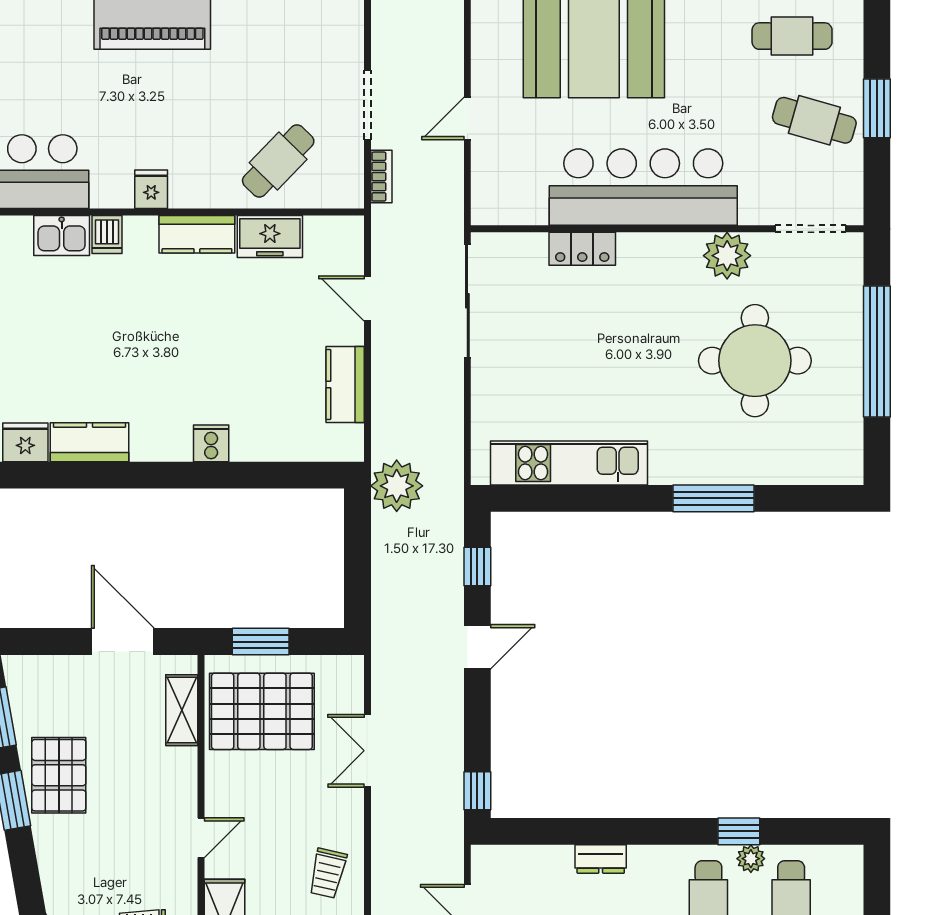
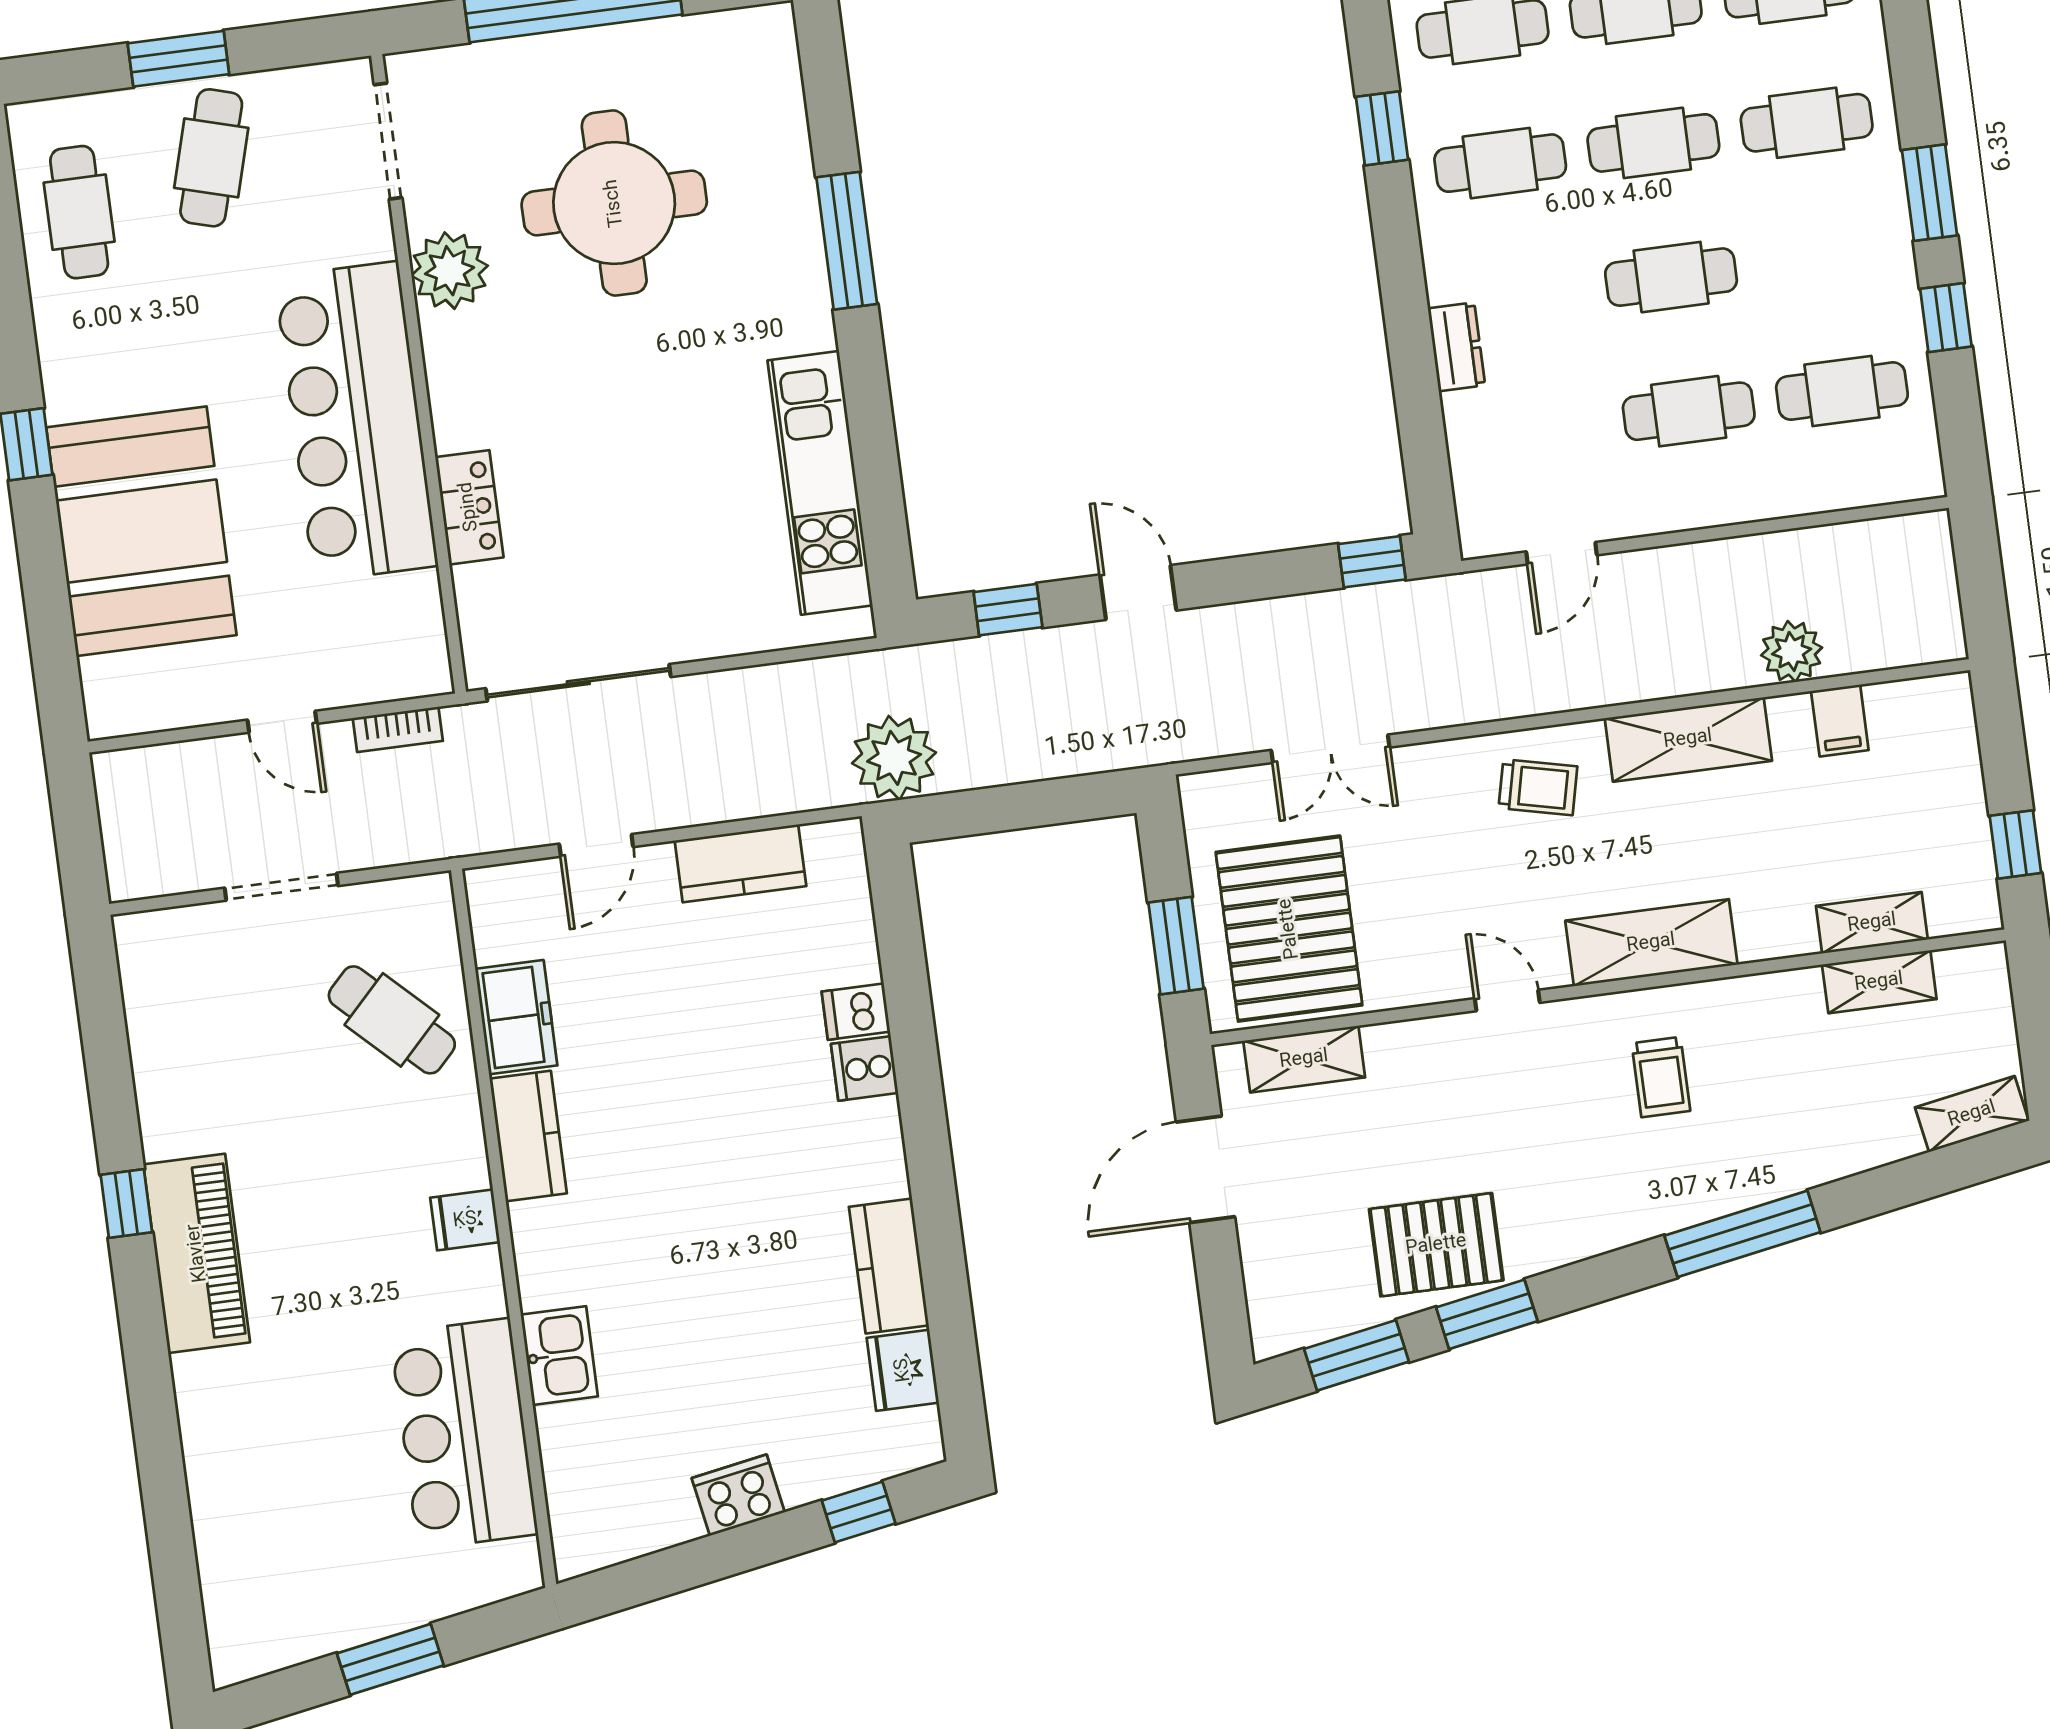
bookcase: (381, 177) -> (398, 729), moved, turned 180
dishwasher: (107, 235) -> (856, 1012), moved, turned 180
plant: (751, 859) -> (1424, 103), removed

